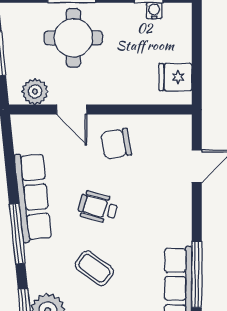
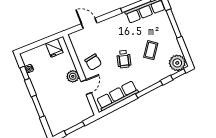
round table: (73, 38) -> (55, 99), removed
plant: (35, 92) -> (73, 76), moved
row of seats: (33, 197) -> (117, 96), moved

